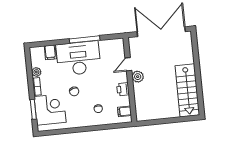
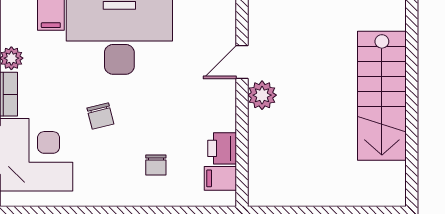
printer: (123, 89) -> (222, 148), moved
stairs: (187, 90) -> (382, 96), moved

